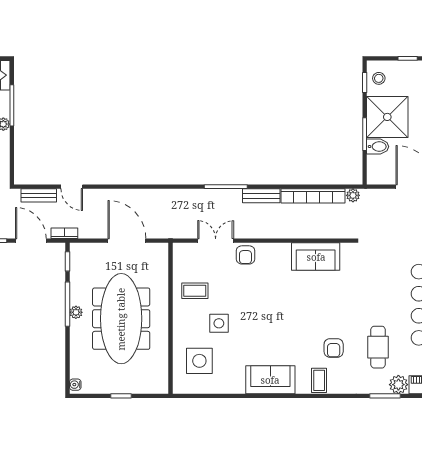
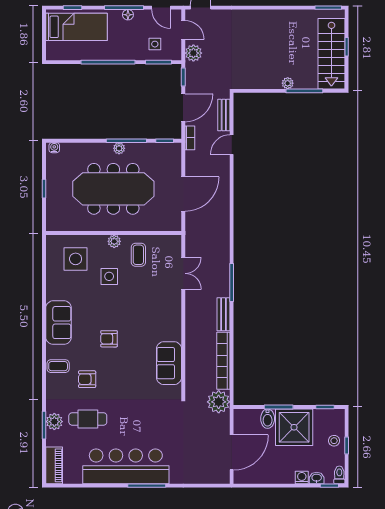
stool: (379, 78) -> (334, 441), moved
plant: (353, 195) -> (219, 402), width x1.88, depth x1.88
armchair: (245, 255) -> (109, 339), moved
plant: (180, 318) -> (114, 241), added
plant: (398, 385) -> (54, 422), moved

